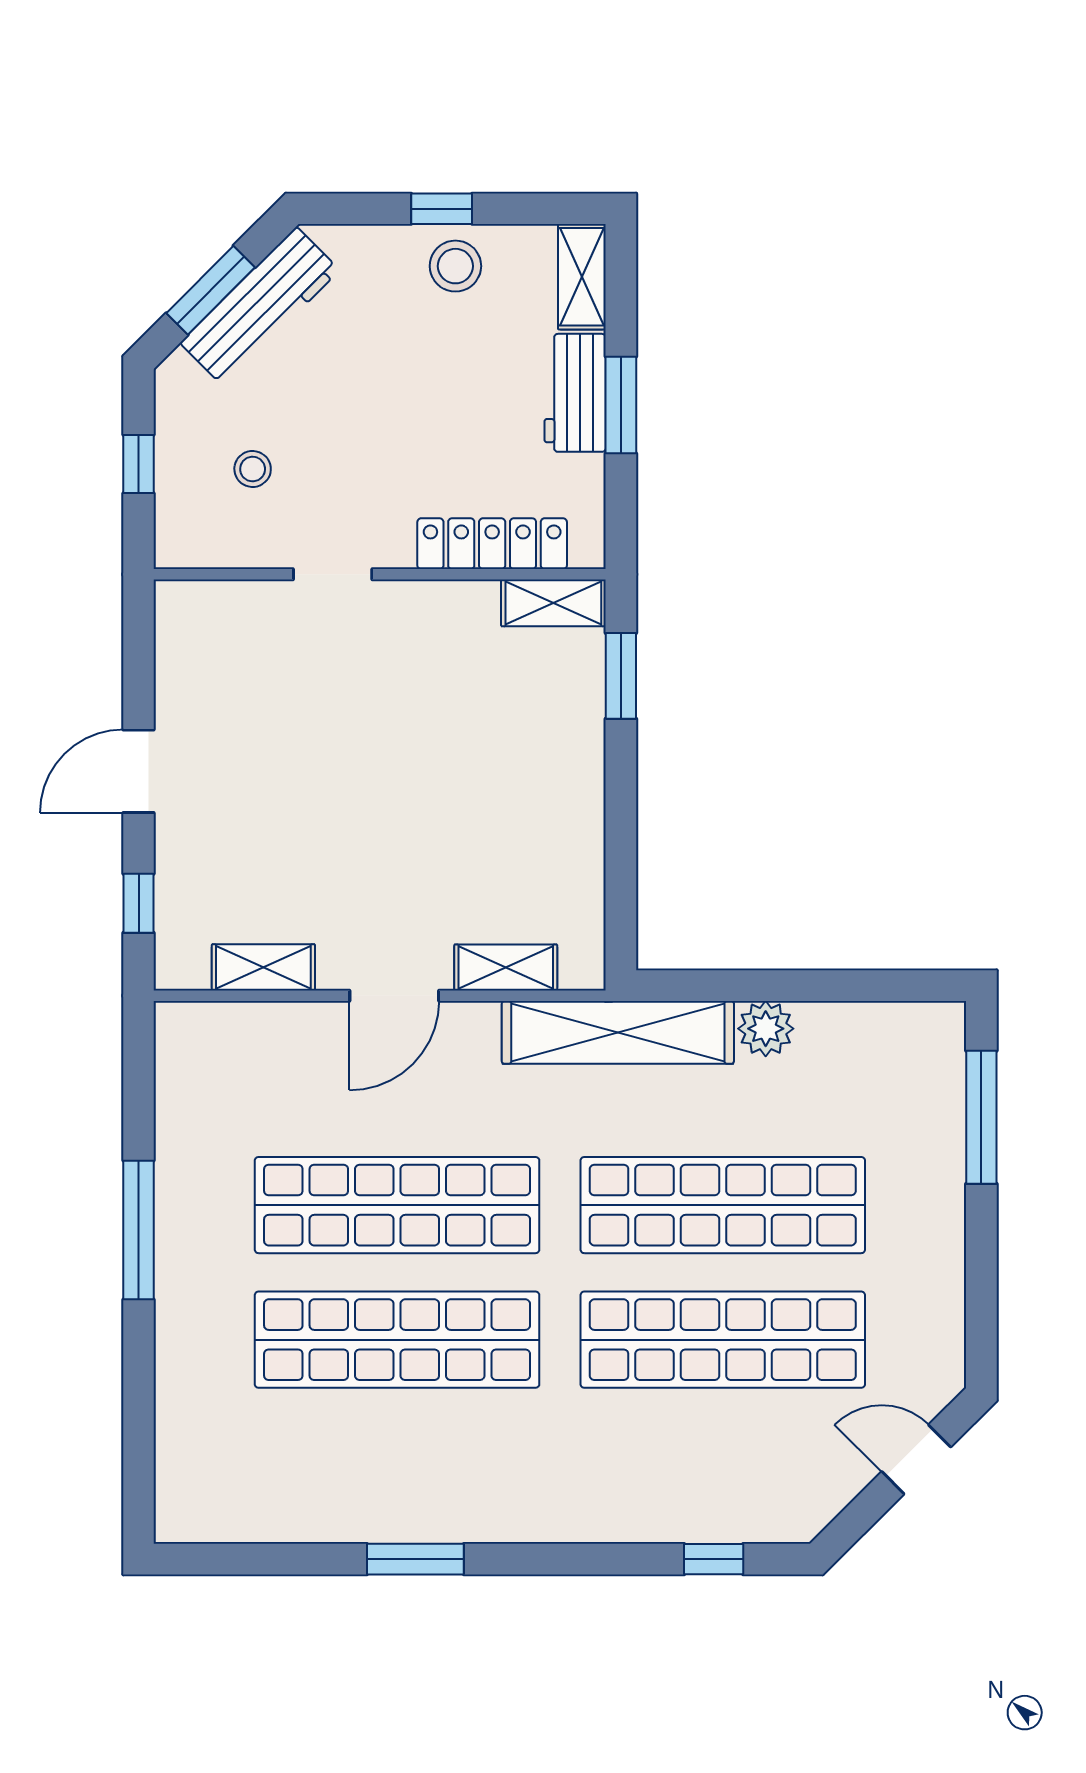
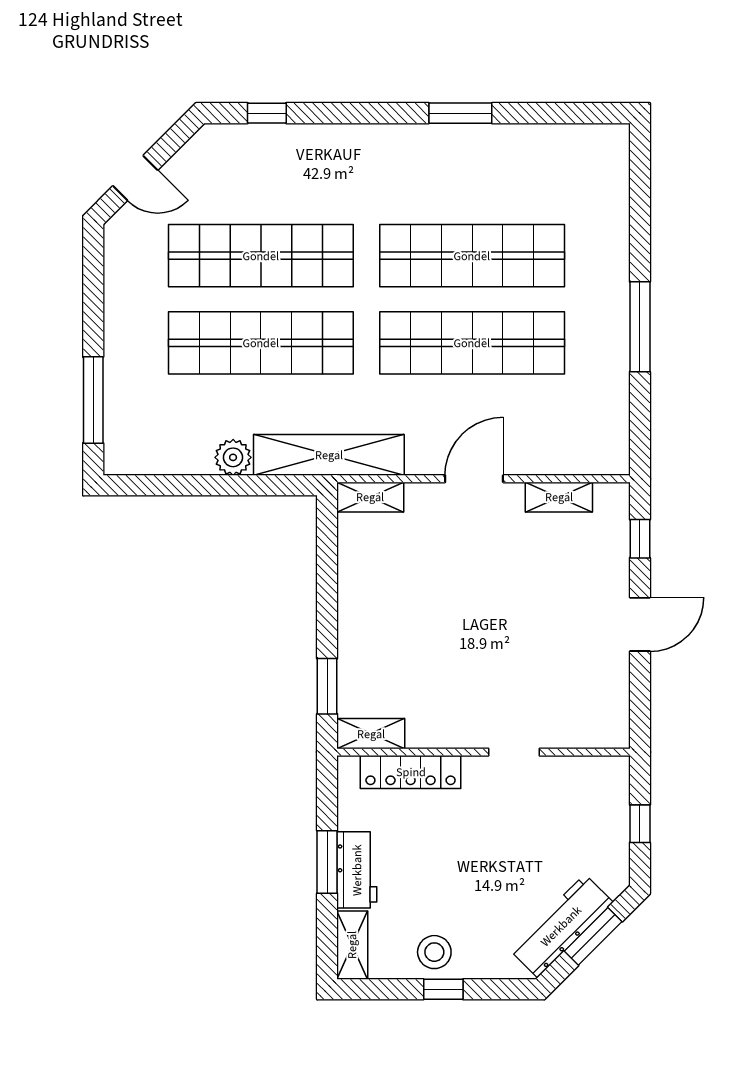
stool: (253, 469) -> (566, 820), removed
shelving: (506, 967) -> (370, 497), moved

